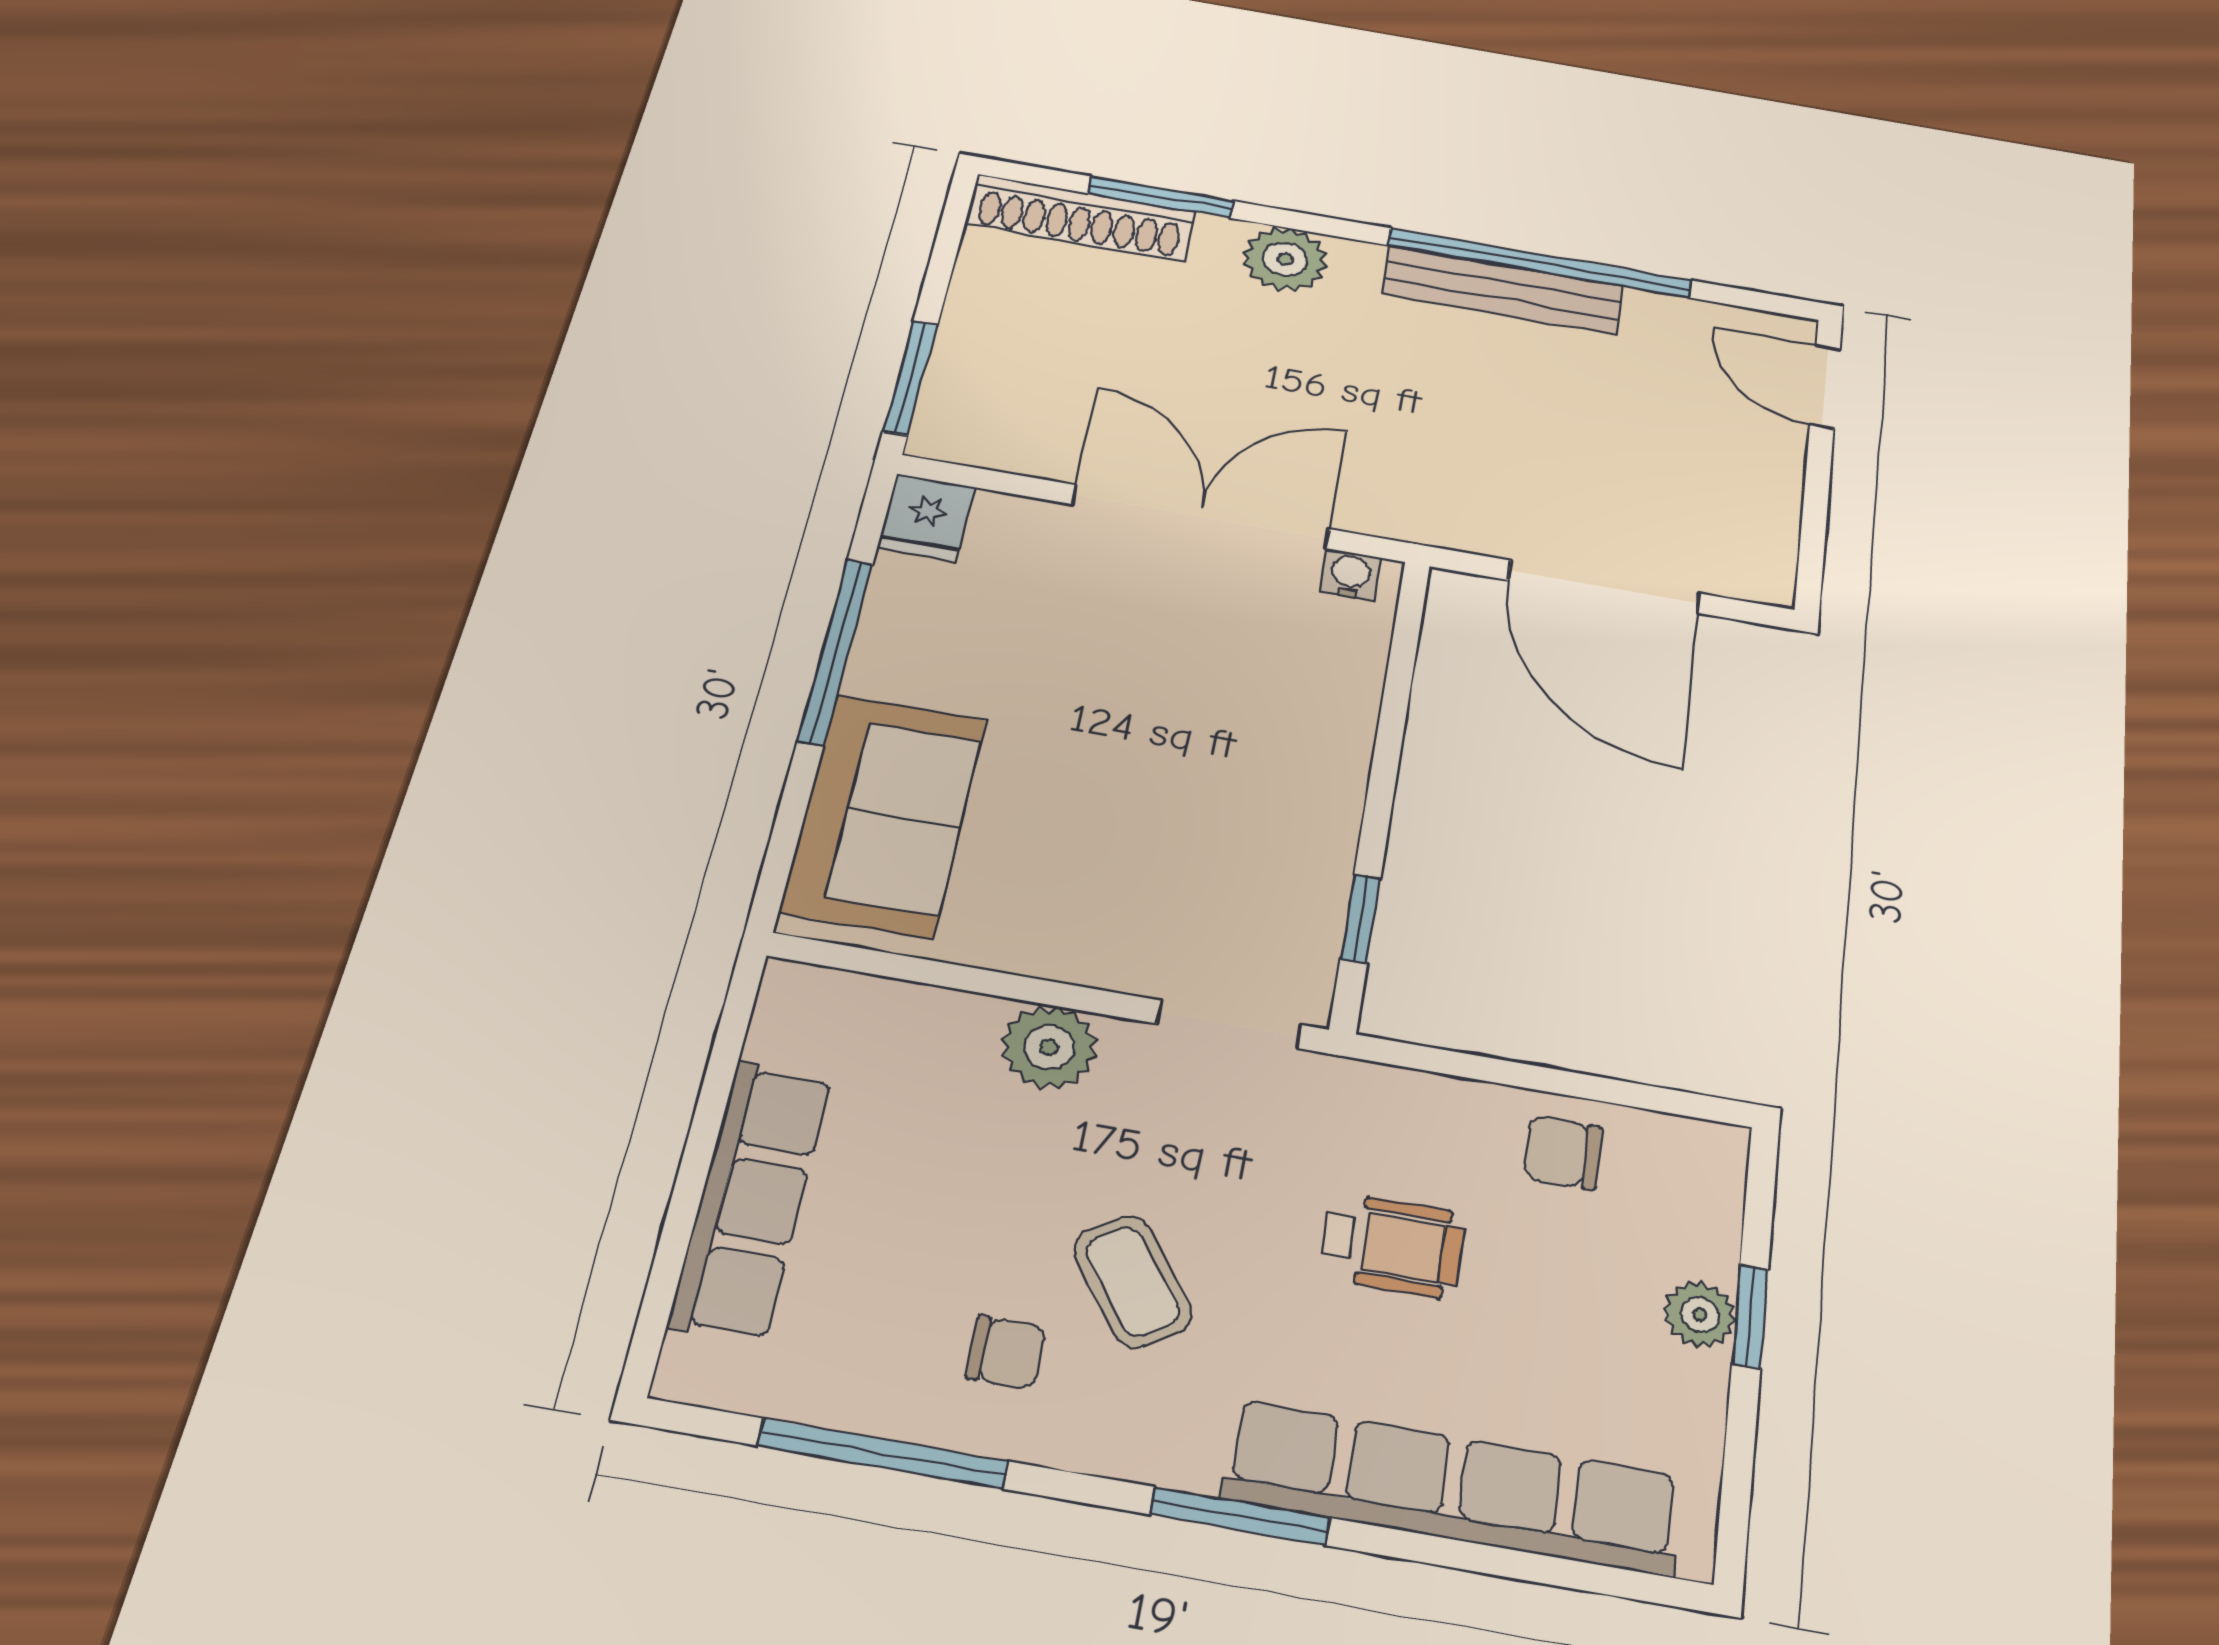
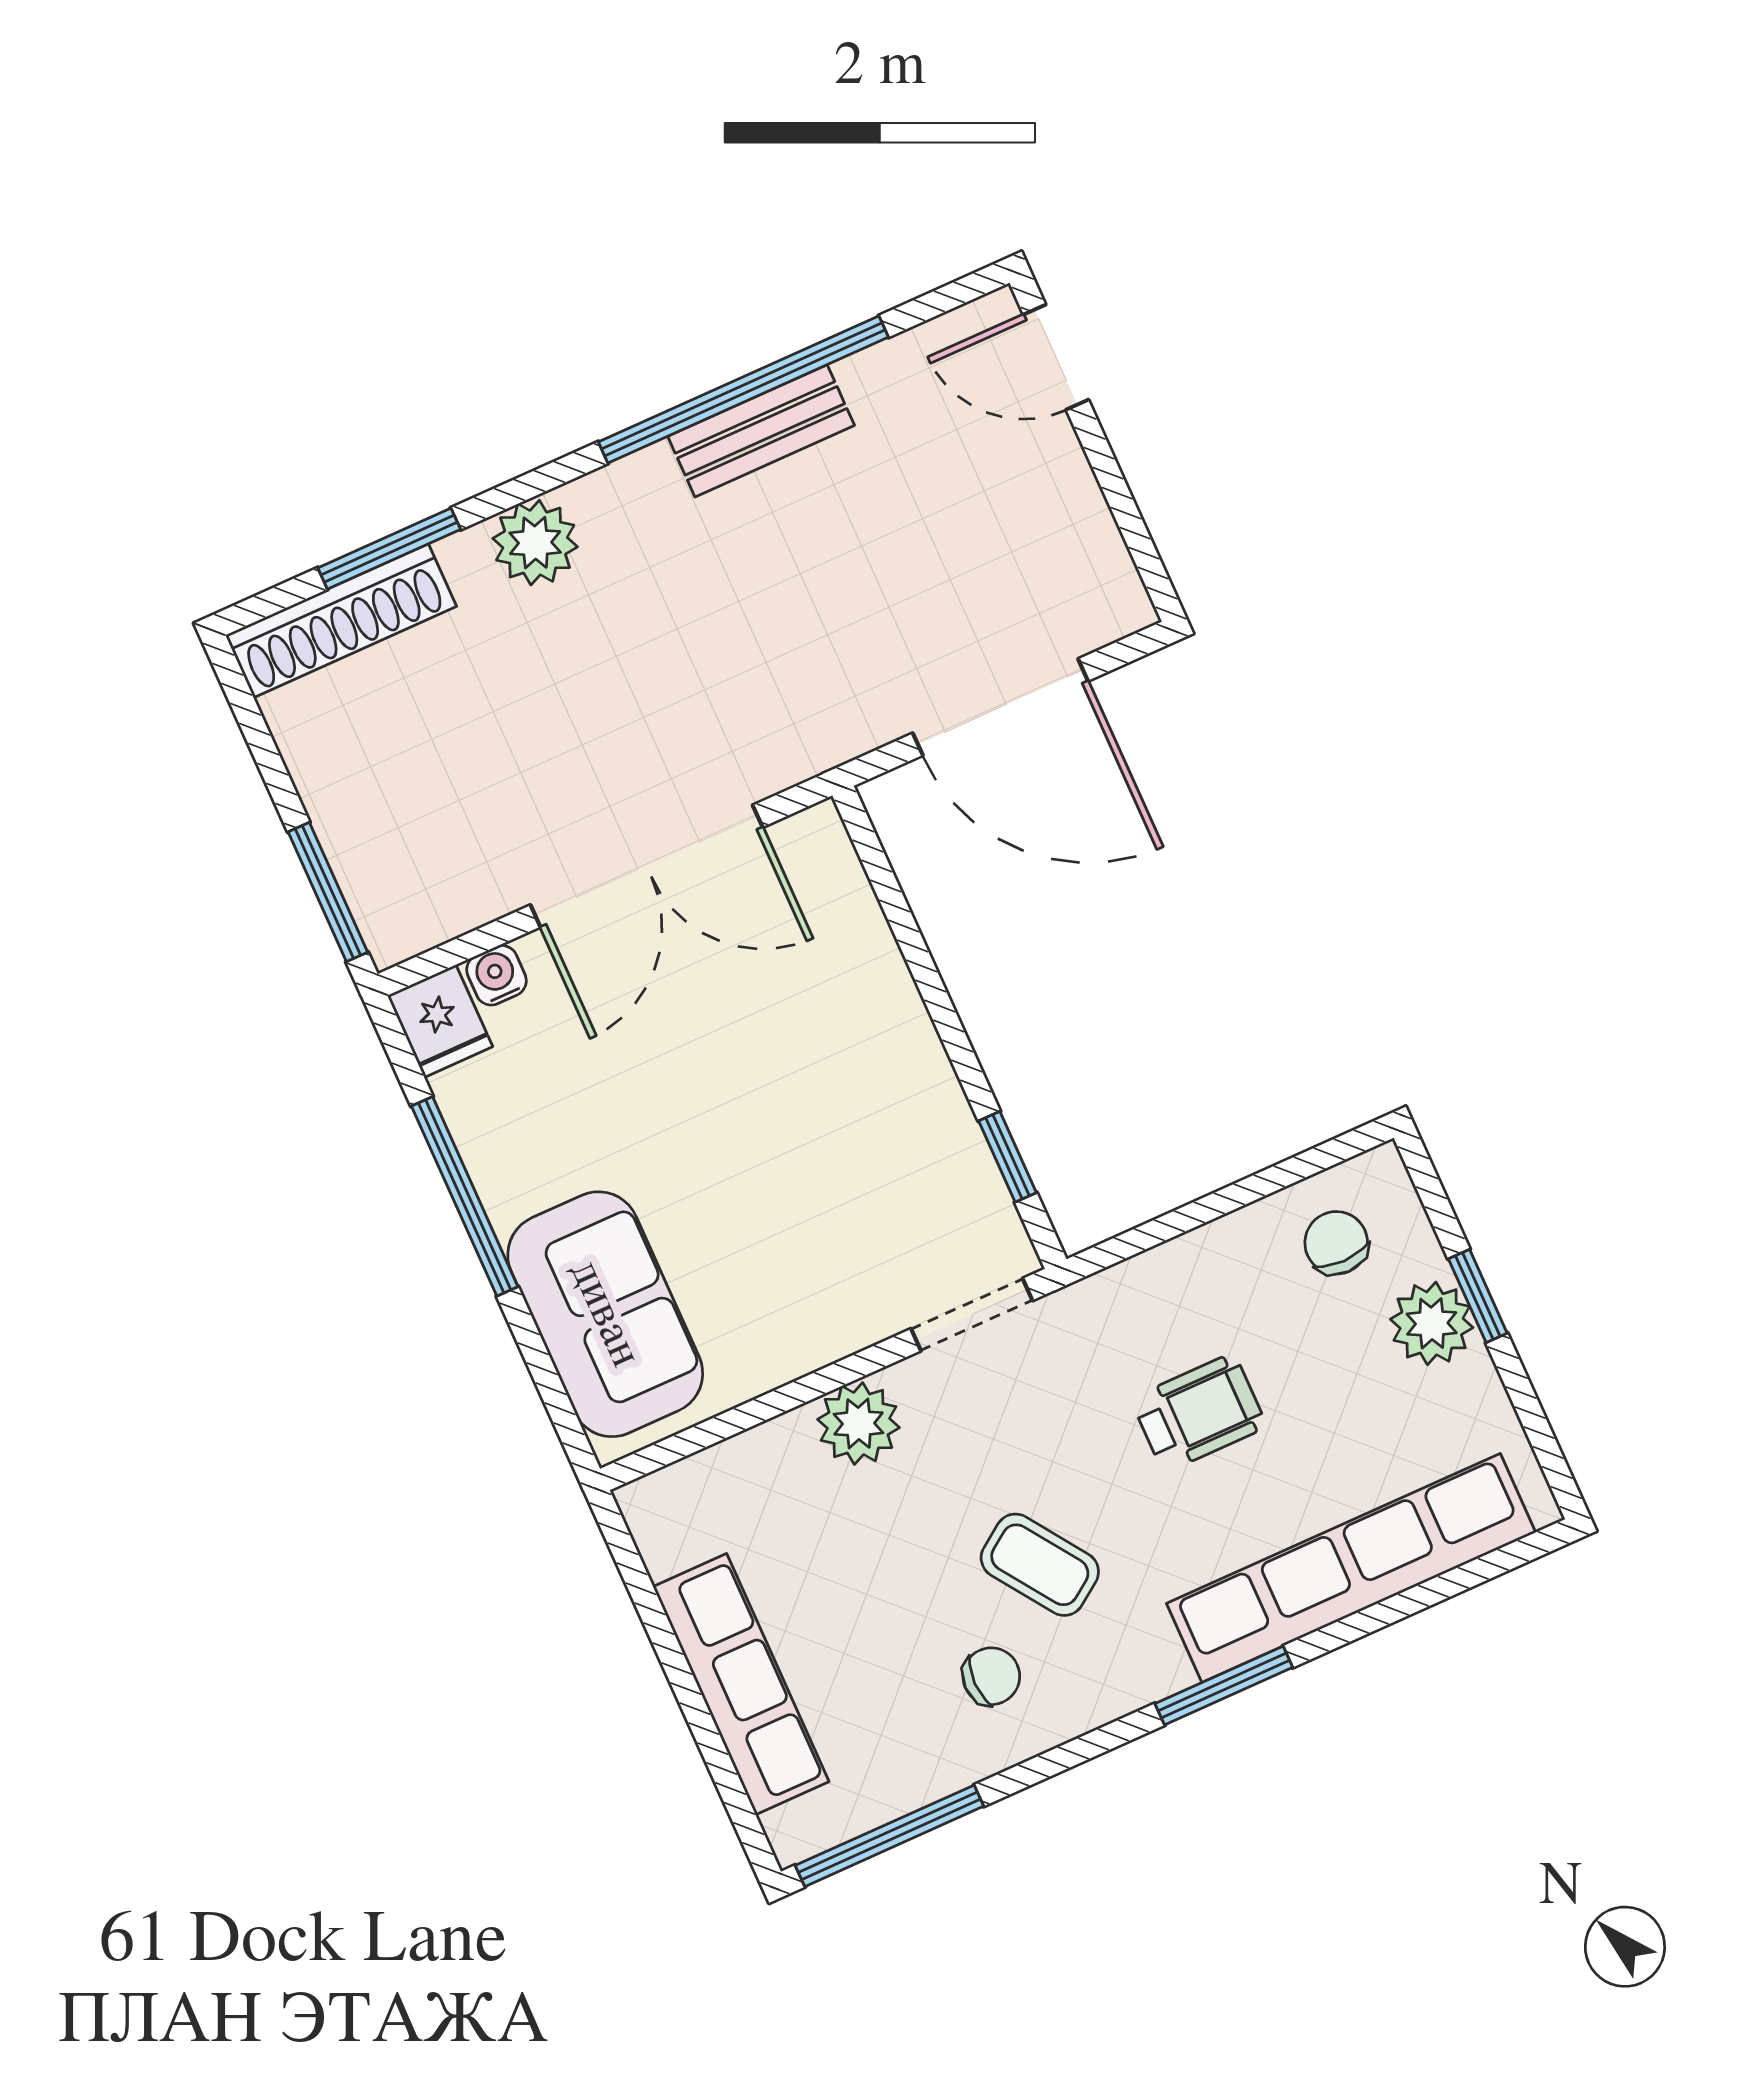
bench: (1503, 290) -> (761, 431), width x0.73
double door: (1200, 517) -> (647, 866), swing flipped
water cooler: (1351, 575) -> (497, 975), moved
chair: (1563, 1153) -> (1336, 1243), moved, turned 90
plant: (1700, 1314) -> (1432, 1323), width x1.38, depth x1.38
window: (883, 1454) -> (889, 1836), moved

